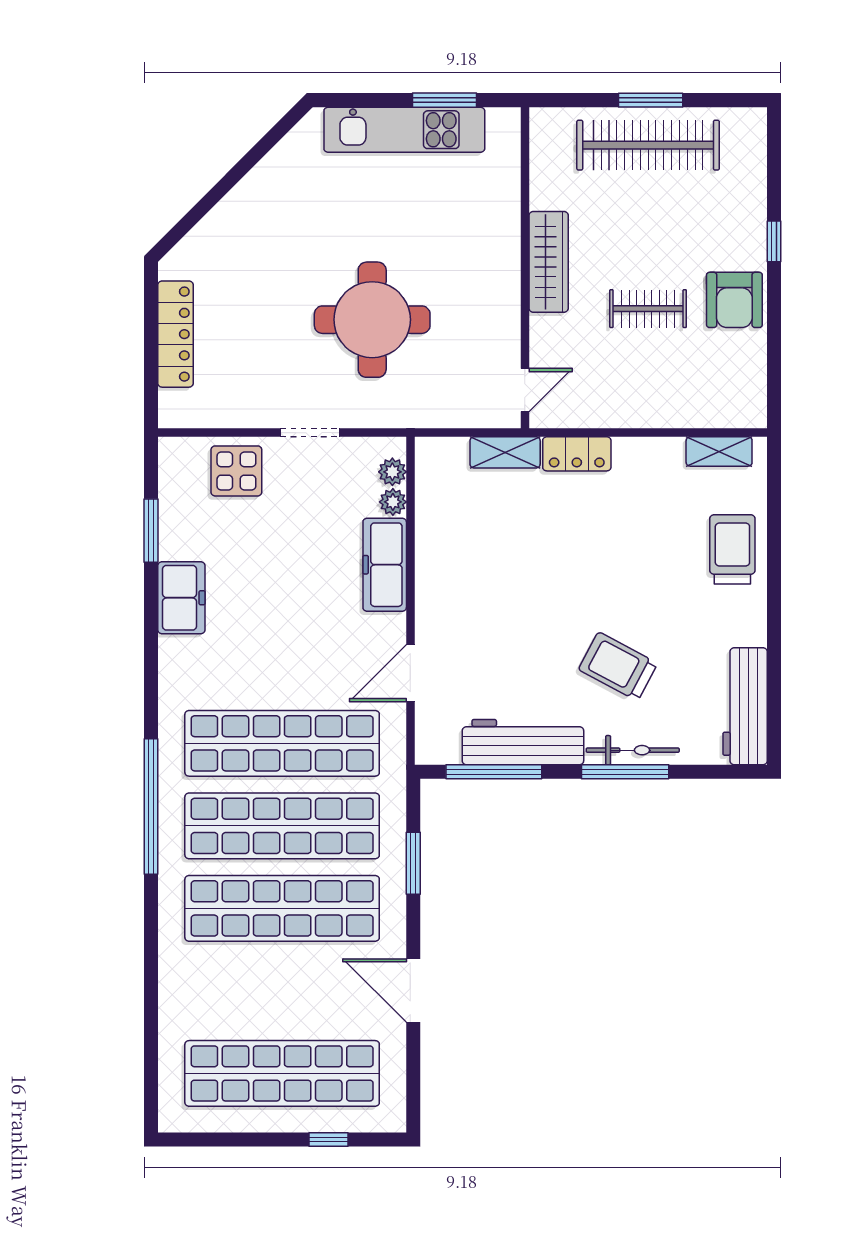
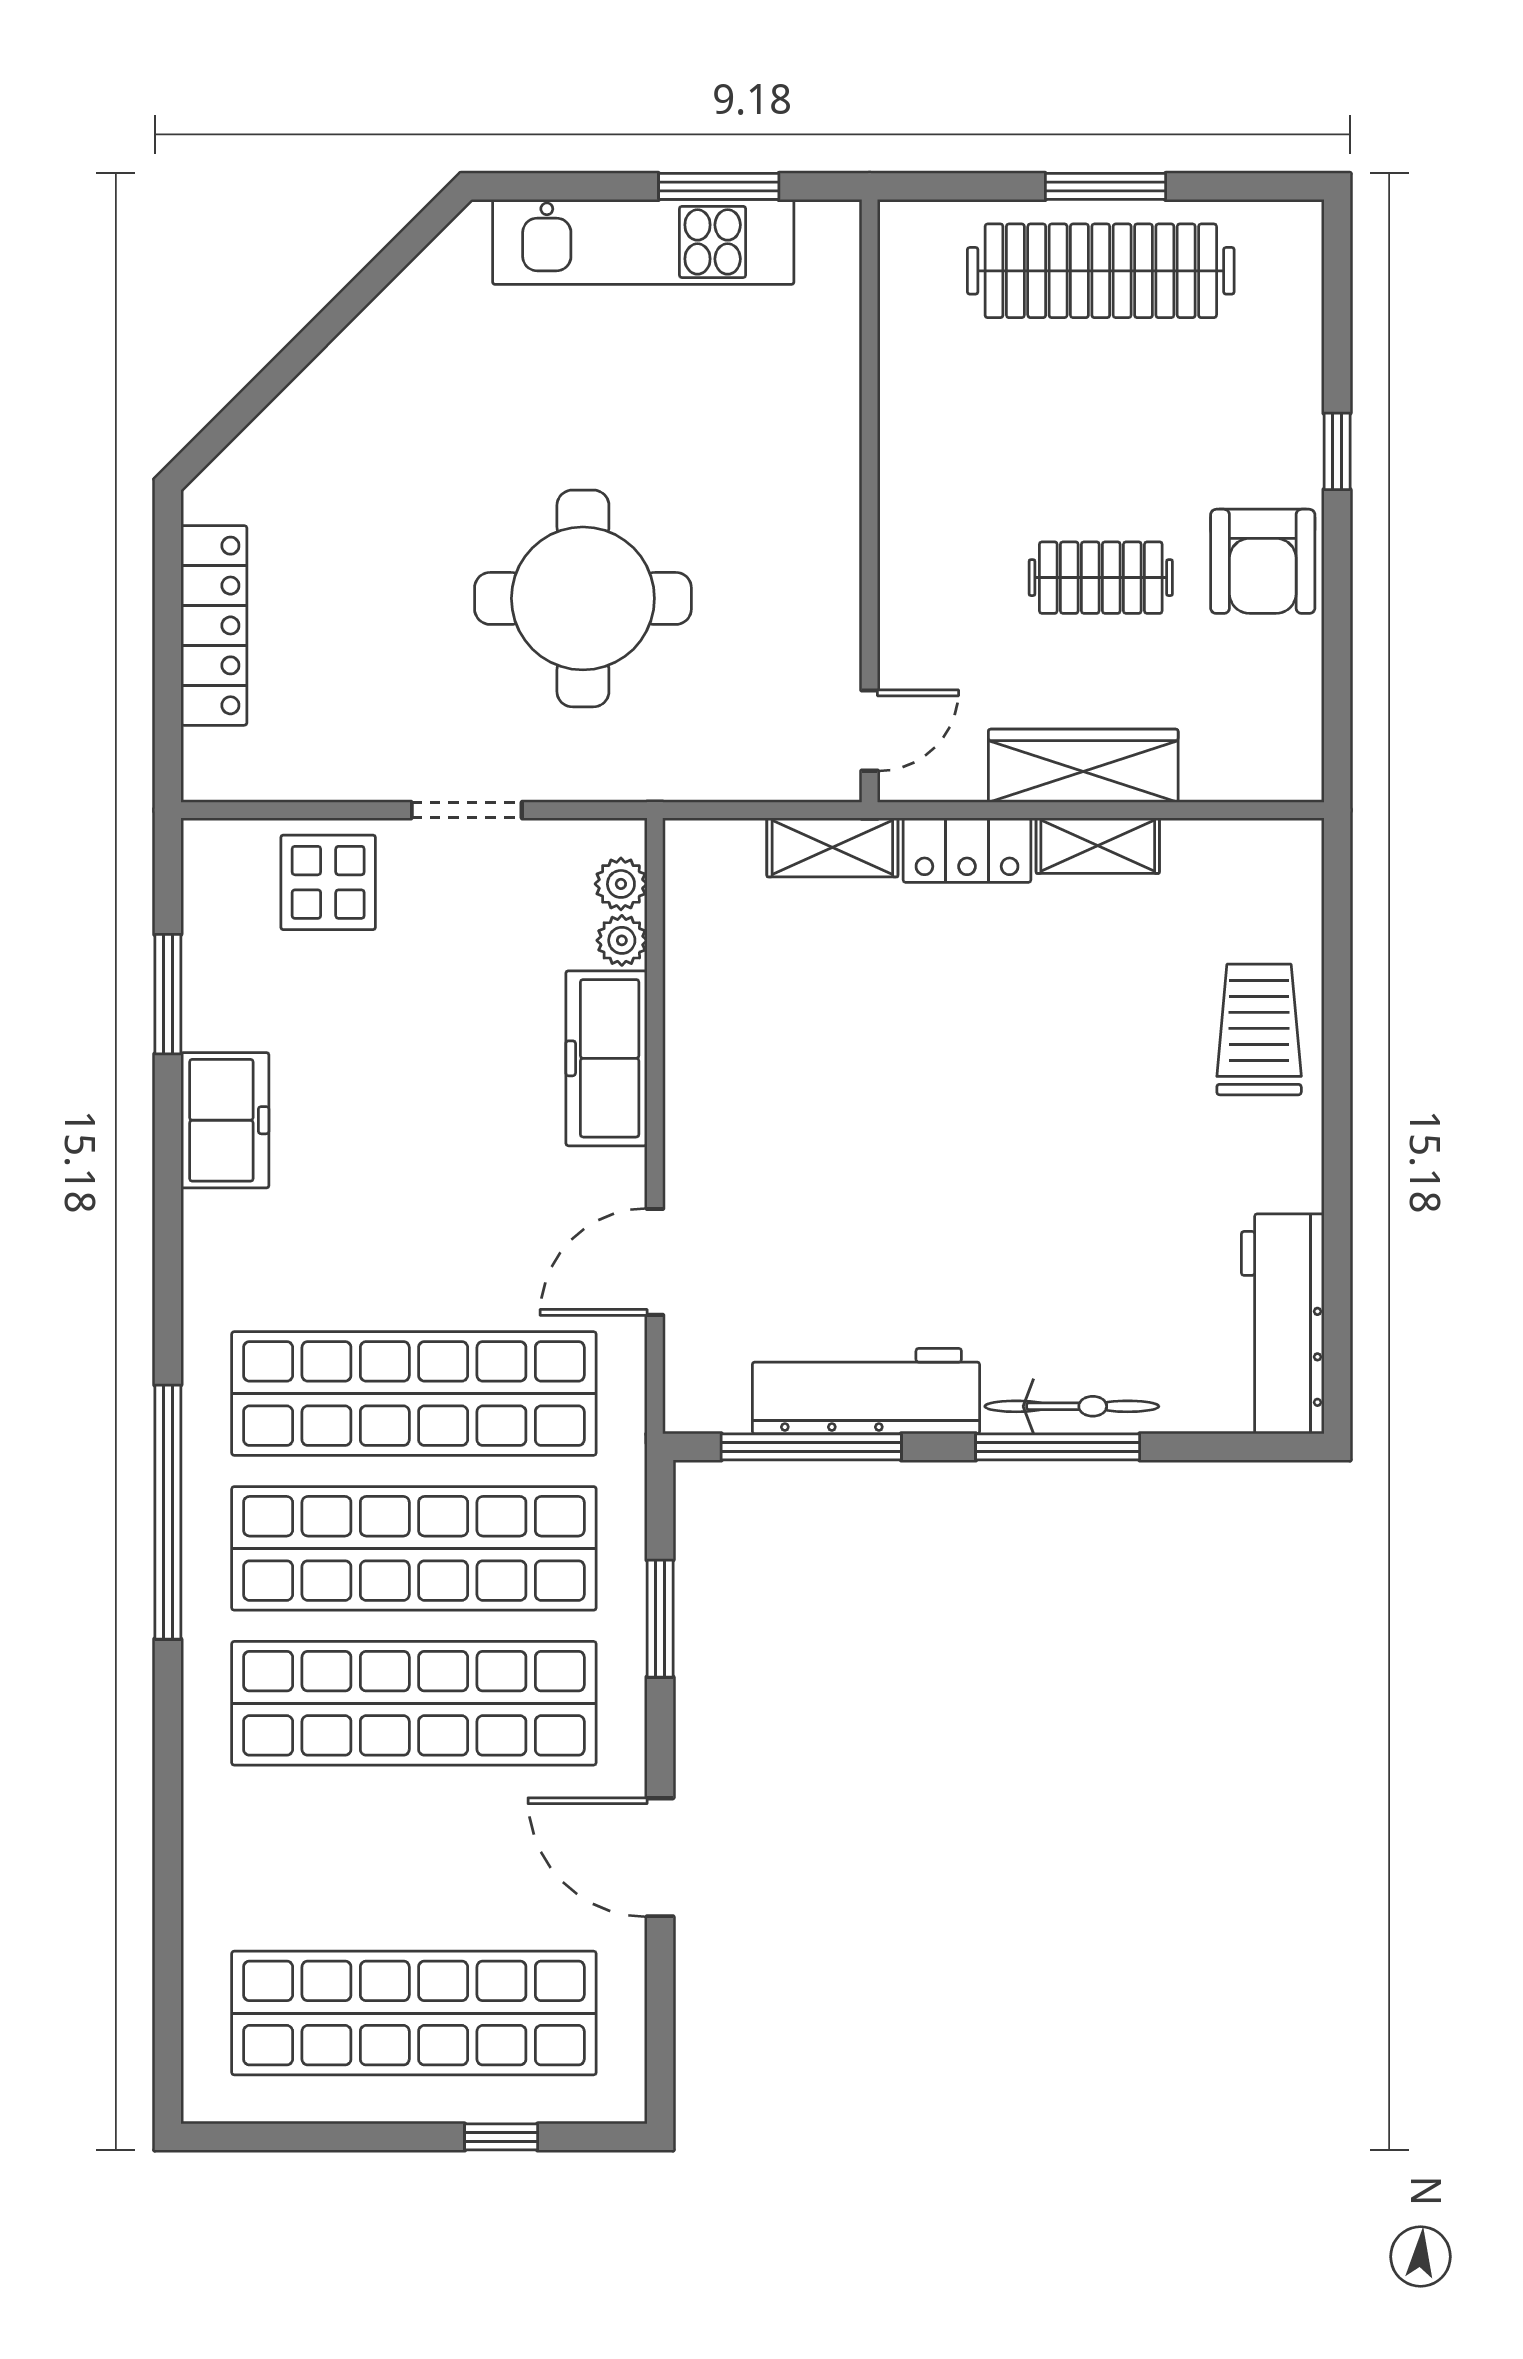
wardrobe: (549, 262) -> (1083, 766), moved, turned -90
shelving: (719, 451) -> (1098, 846), moved
trolley: (618, 666) -> (1044, 1249), removed

